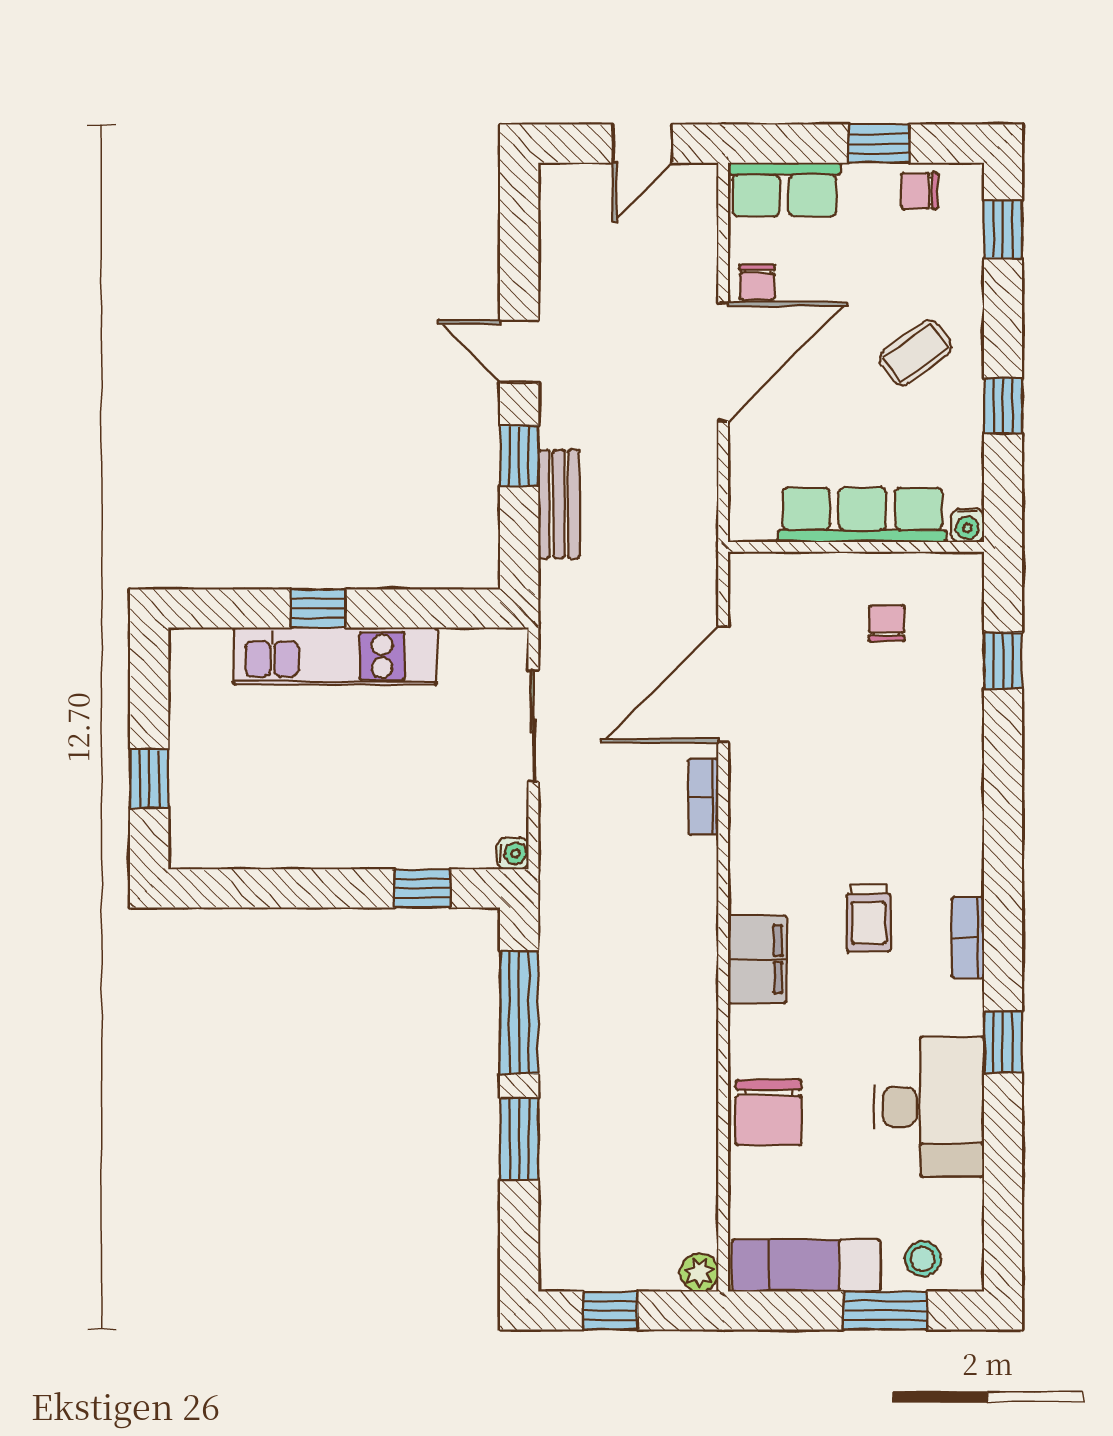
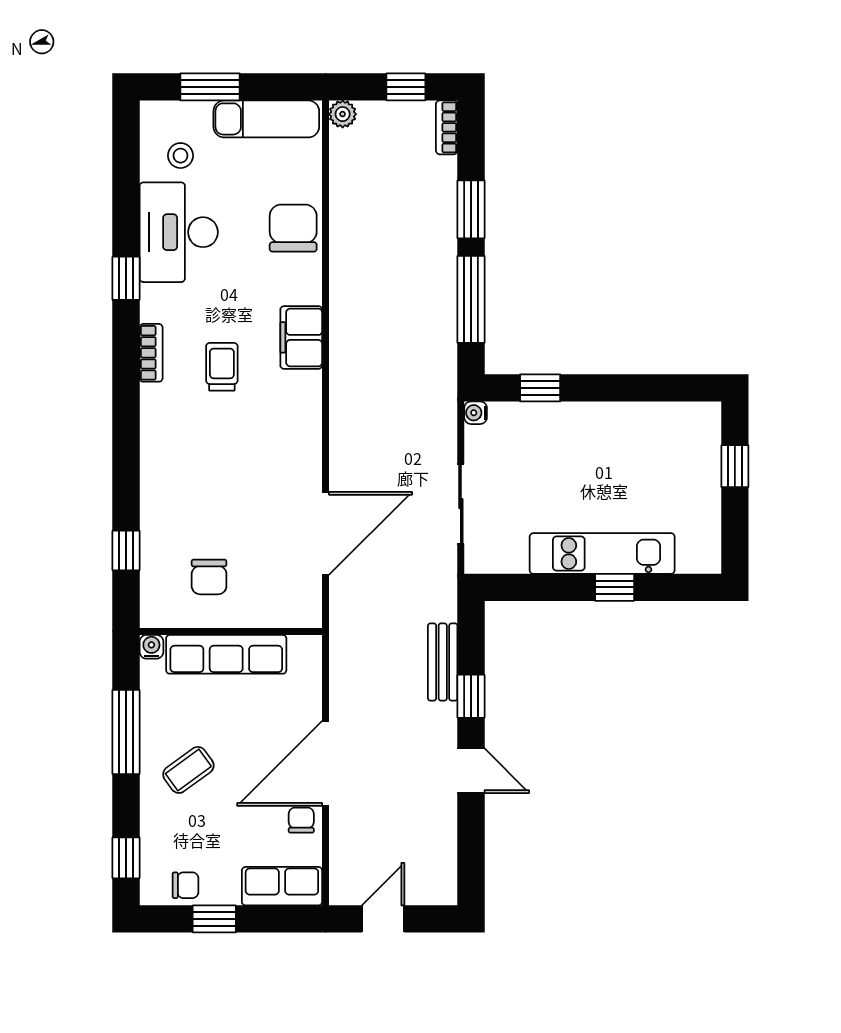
window: (1003, 406) -> (126, 732), width x2.17
chair: (887, 623) -> (209, 577), width x1.37, depth x1.37
bookcase: (703, 797) -> (447, 127), moved, turned 180
stool: (923, 1259) -> (180, 156), moved

